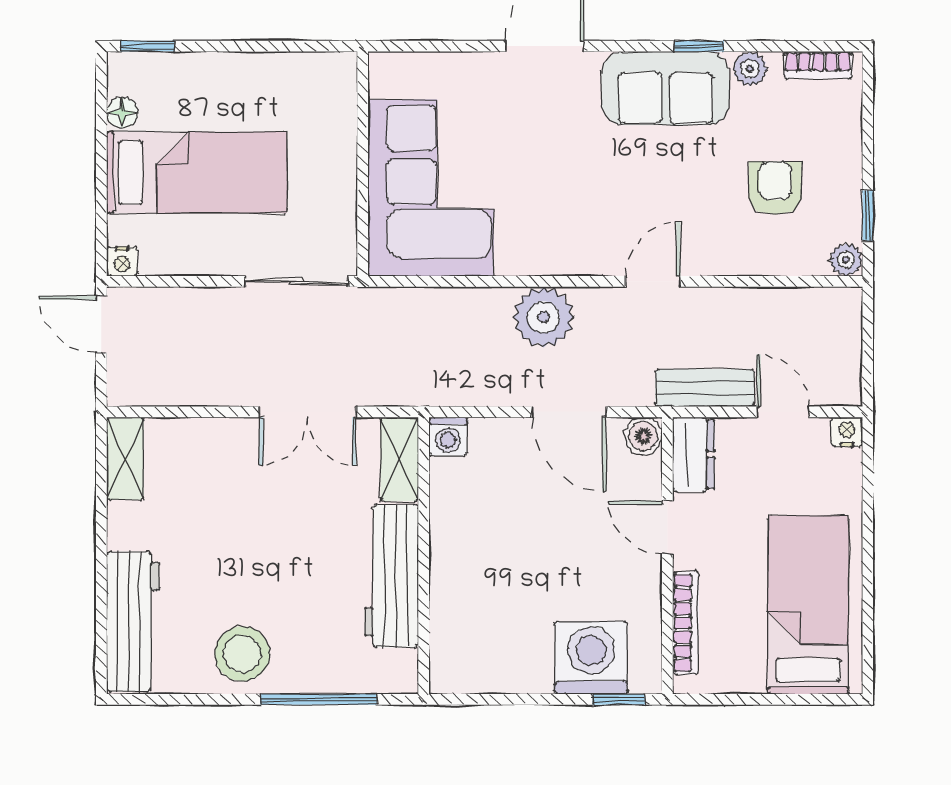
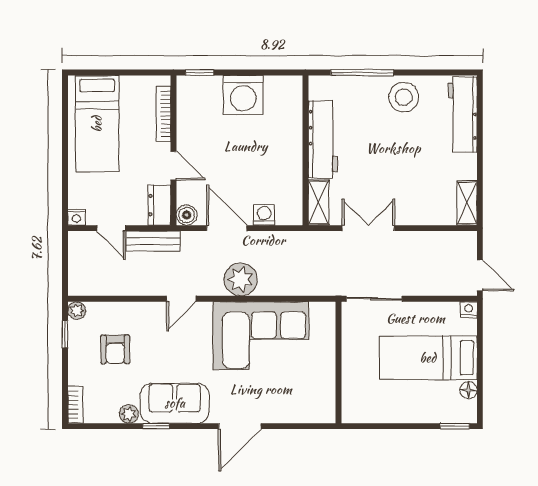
bookcase: (818, 65) -> (75, 405), moved, turned 90
corner sofa: (431, 188) -> (261, 336), moved, turned -90
washing machine: (448, 436) -> (264, 215), moved
washing machine: (591, 658) -> (243, 95), moved

